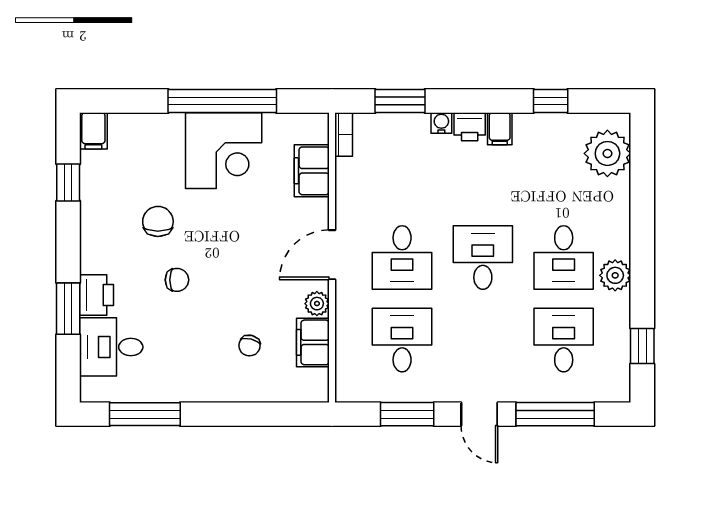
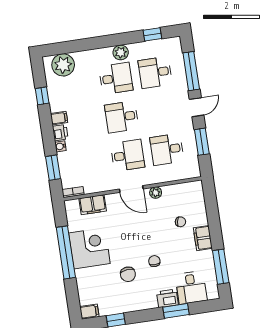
chair: (158, 221) -> (128, 274), turned -96
filing cabinet: (313, 342) -> (203, 238), moved, turned 90

